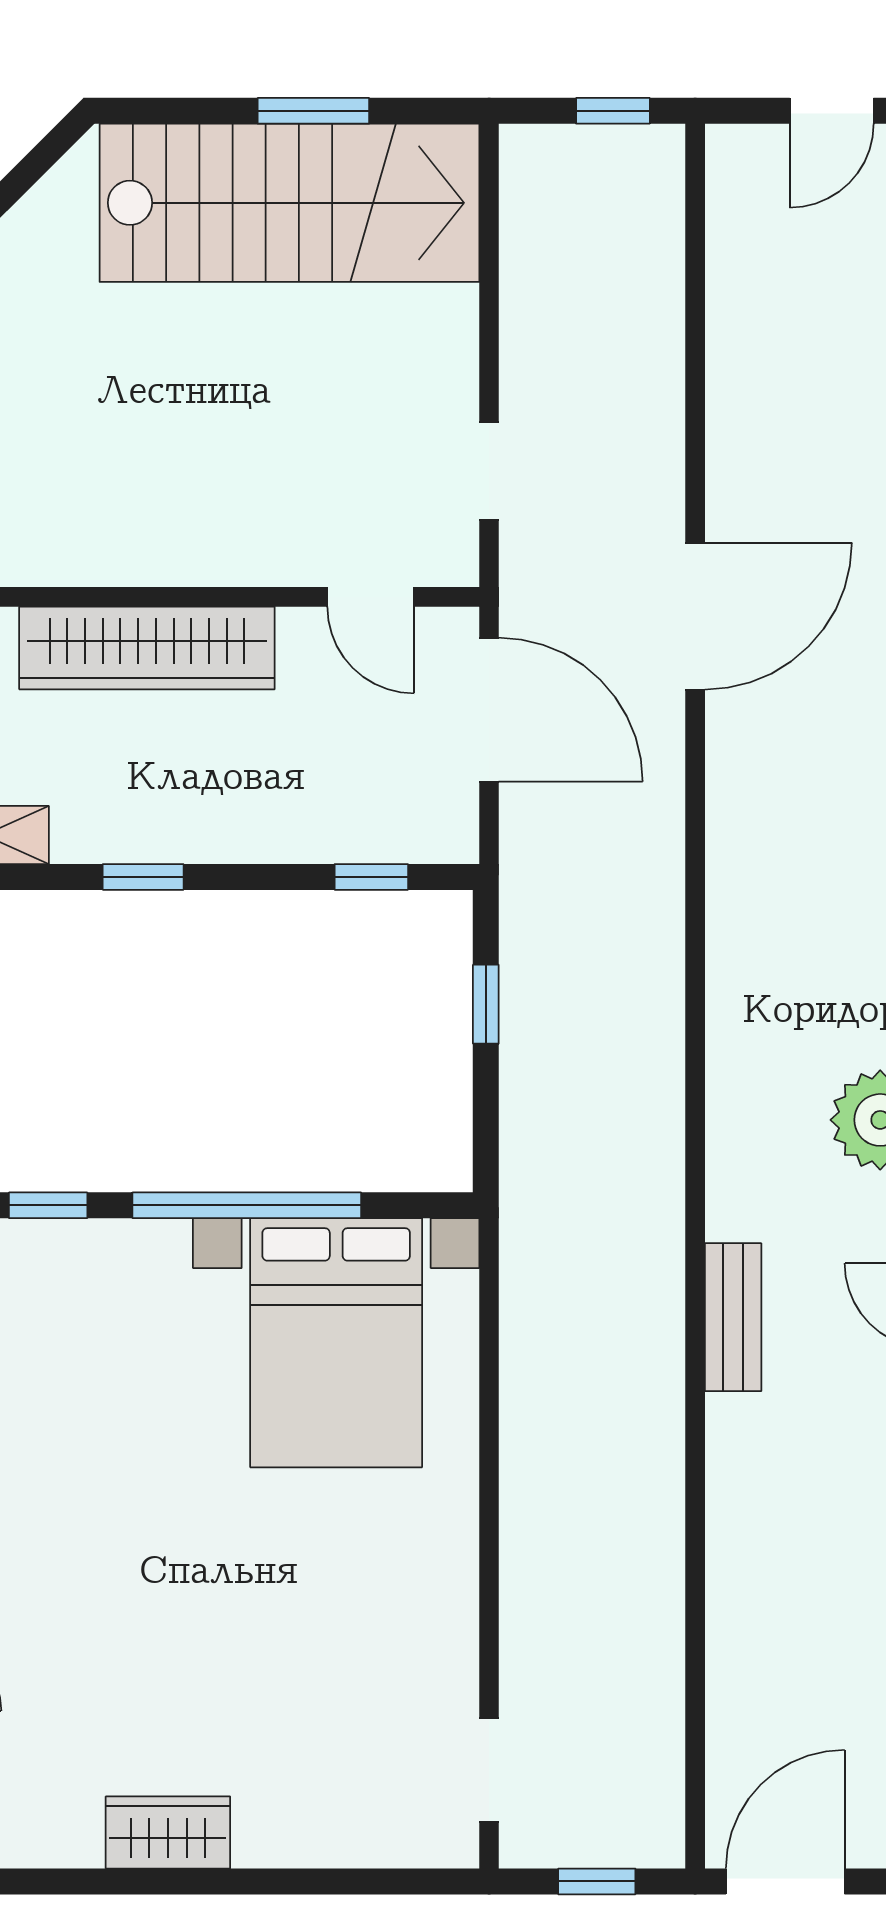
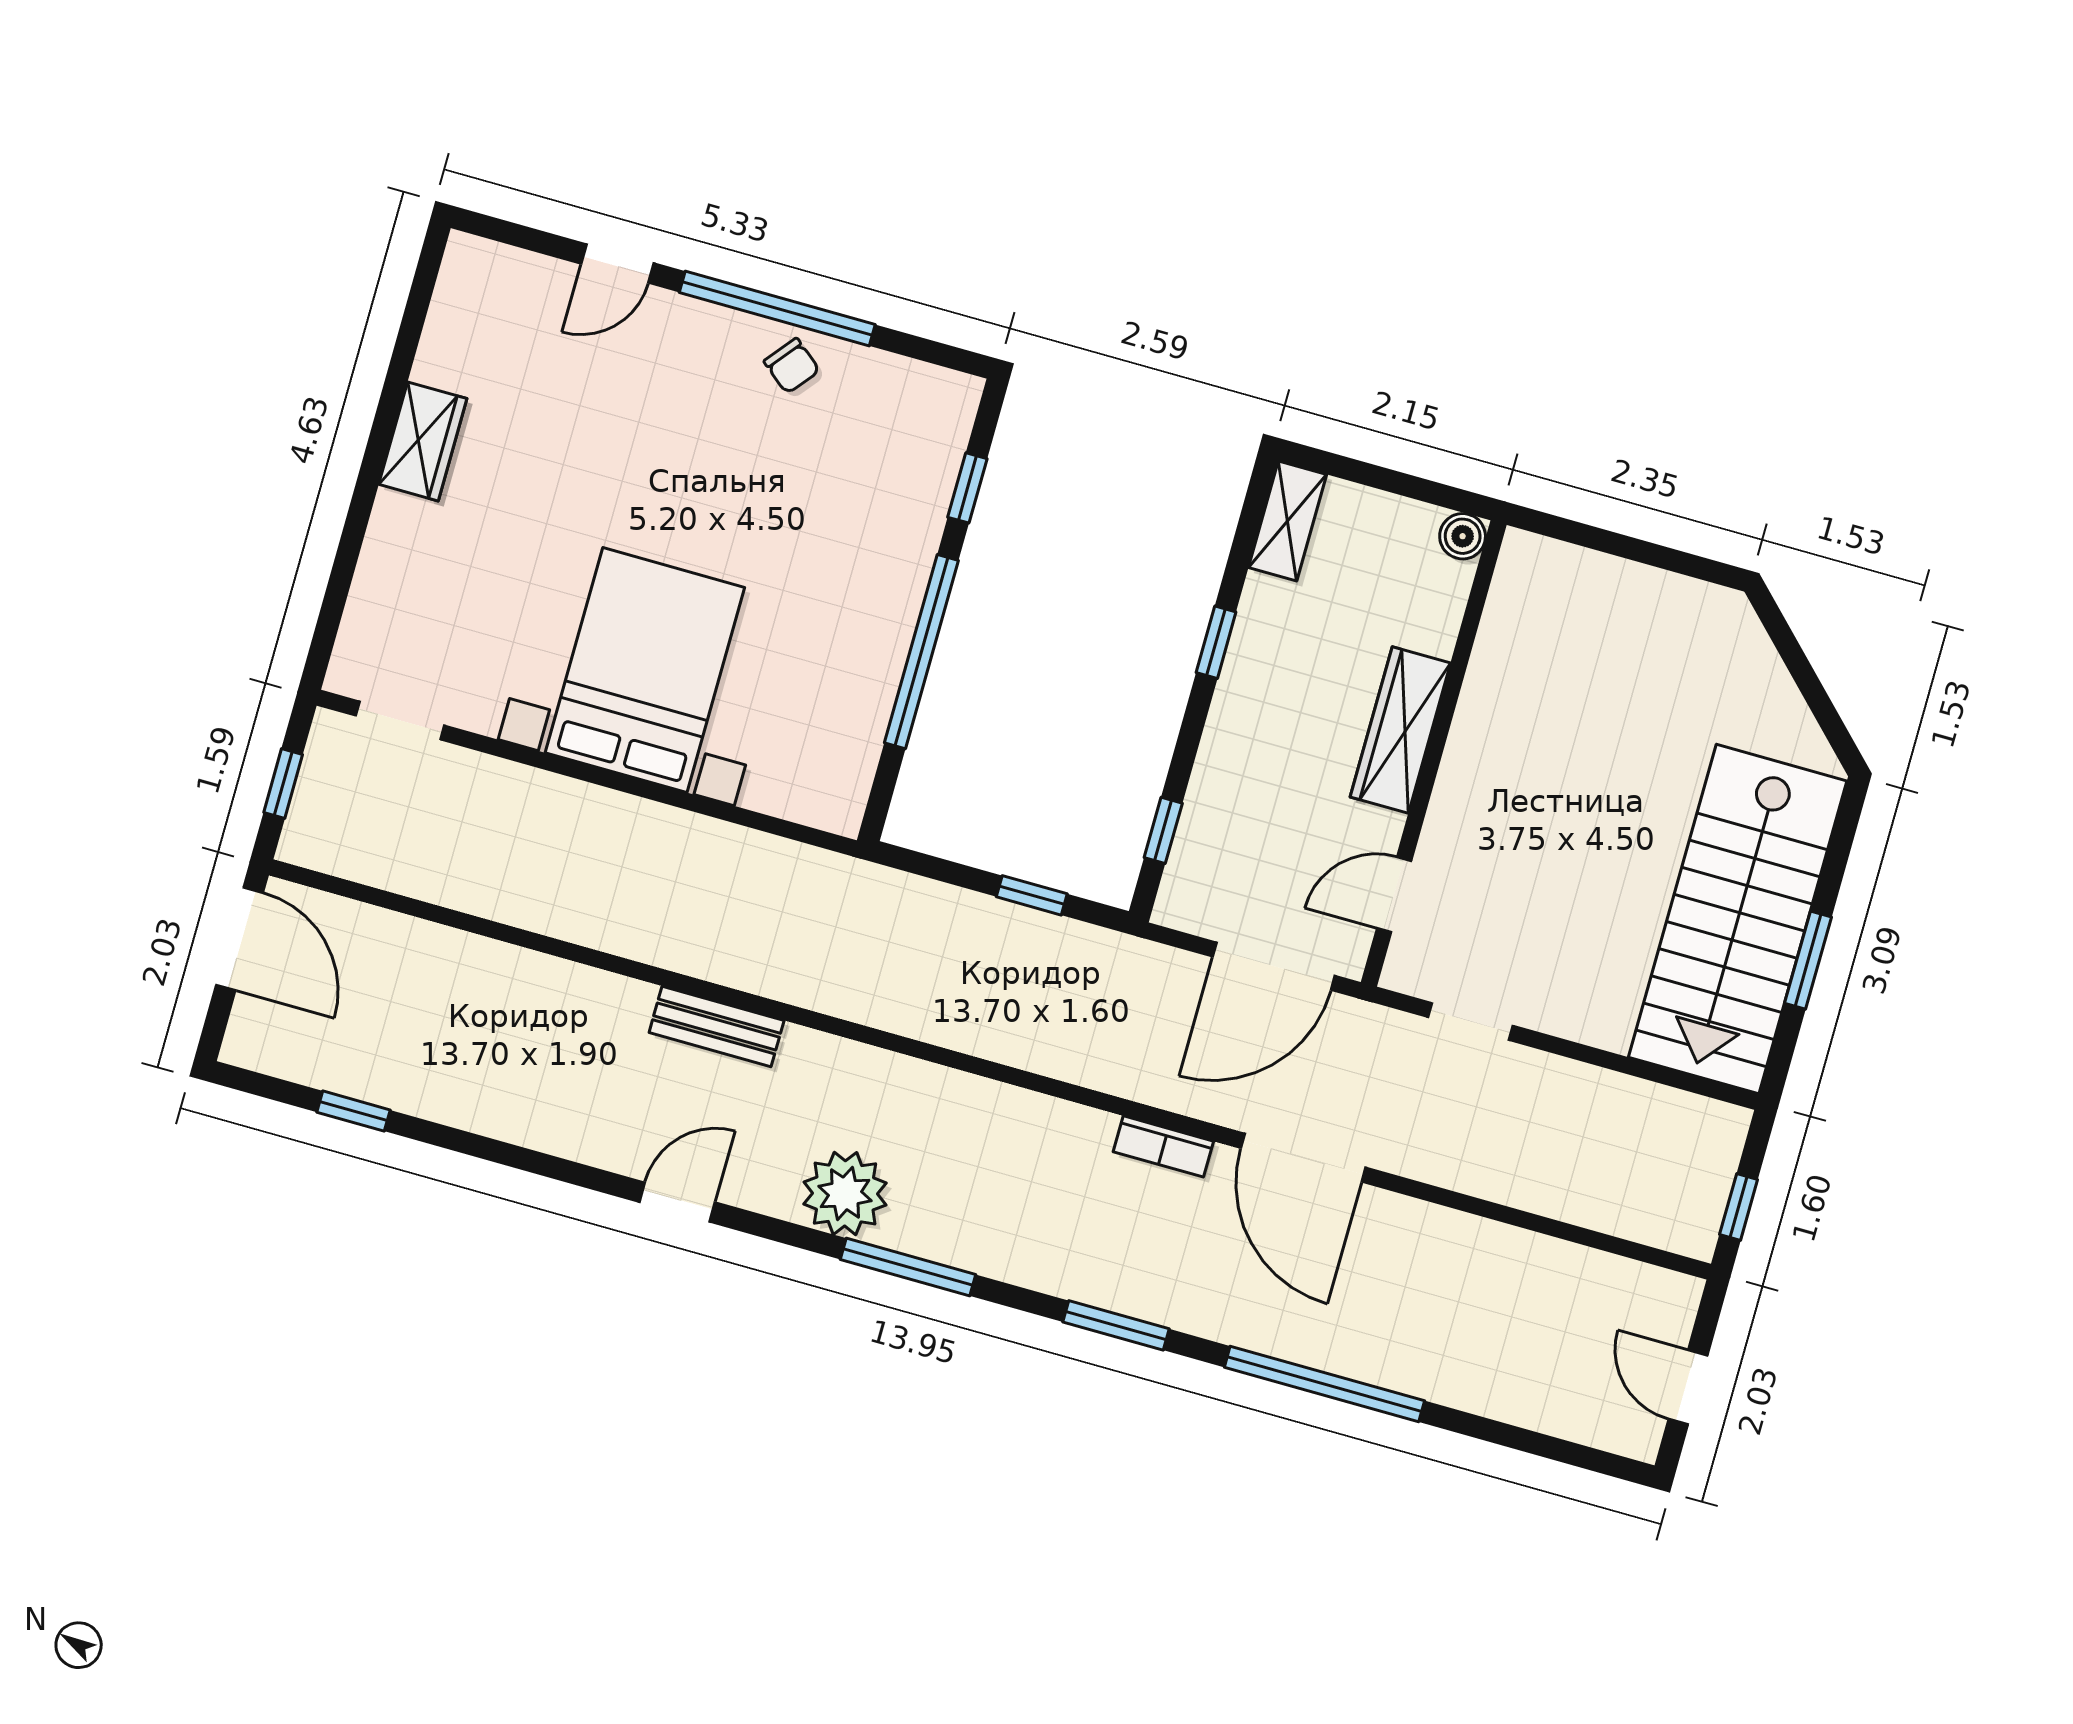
wardrobe: (147, 648) -> (1400, 730), width x0.71, depth x0.85
bookcase: (727, 777) -> (1163, 1146), added
bed with nightstands: (336, 1343) -> (645, 670), moved, turned 90

